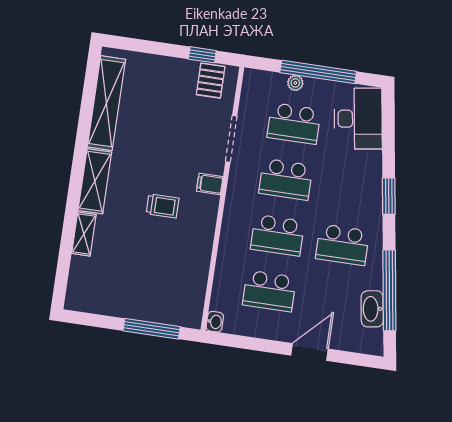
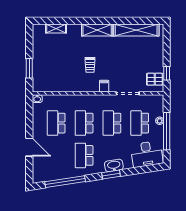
shelving: (84, 234) -> (56, 28), moved
washbasin: (372, 309) -> (114, 165), moved
window: (152, 329) -> (29, 68), width x0.69

